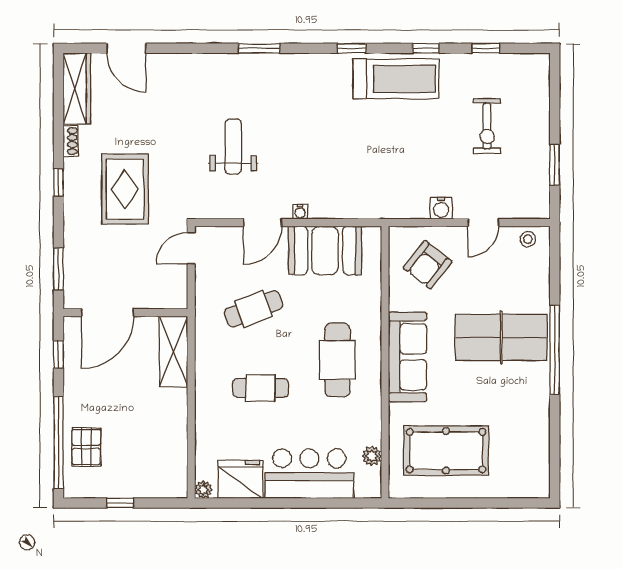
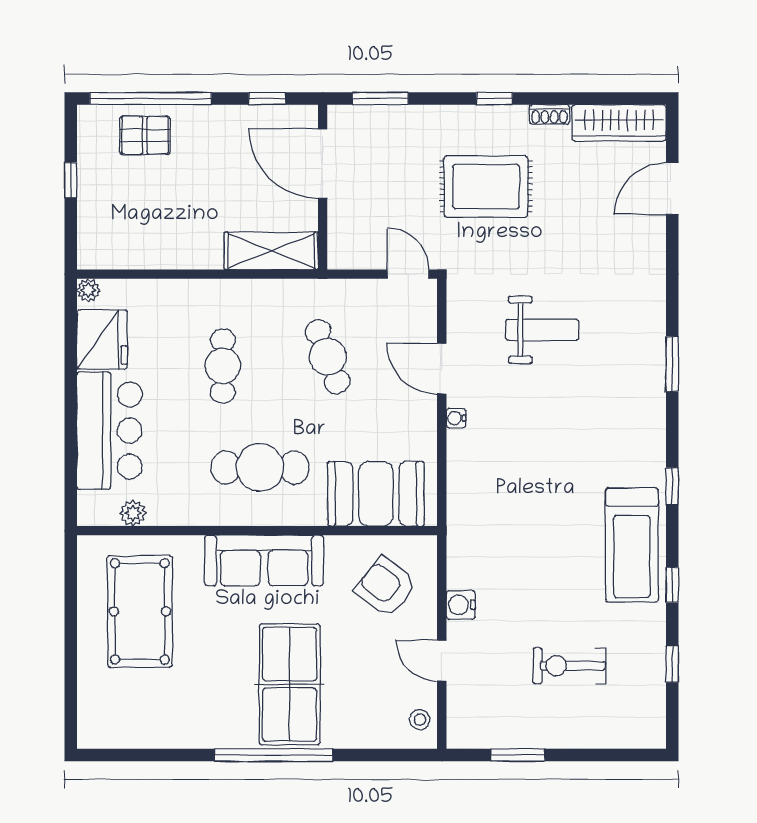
booth: (325, 250) -> (376, 494), moved, turned 90

